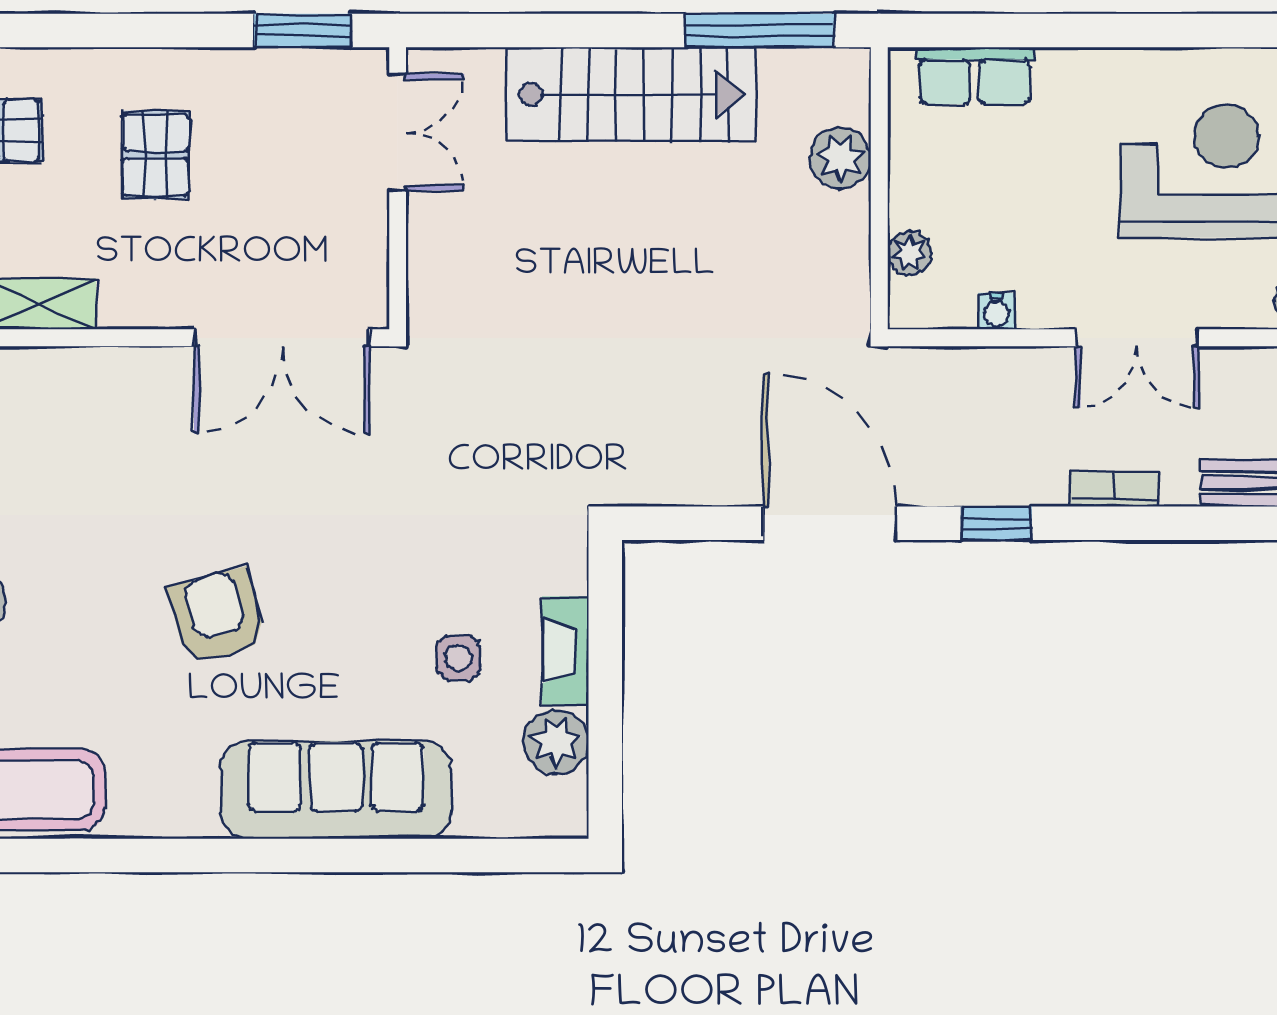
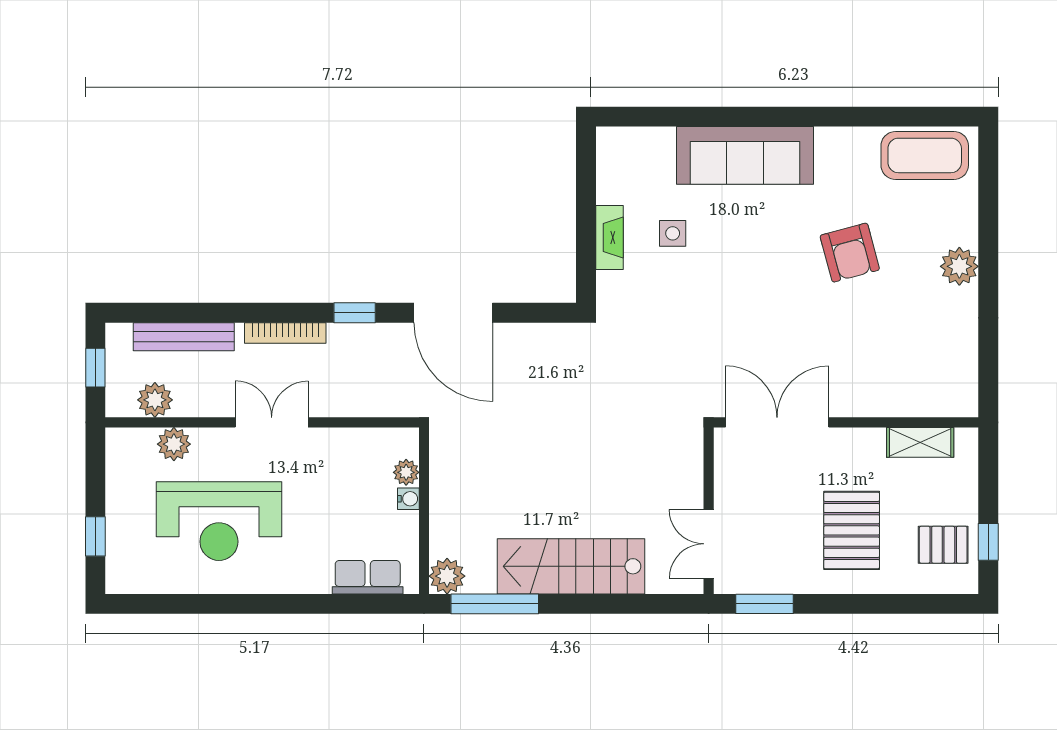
pallet: (156, 155) -> (852, 530), width x1.50, depth x1.42
plant: (840, 158) -> (447, 576), moved
water cooler: (996, 311) -> (408, 499), moved, turned 90
bookcase: (1114, 489) -> (285, 333), width x1.56
armchair: (217, 617) -> (850, 253), moved
plant: (556, 742) -> (615, 184), removed

